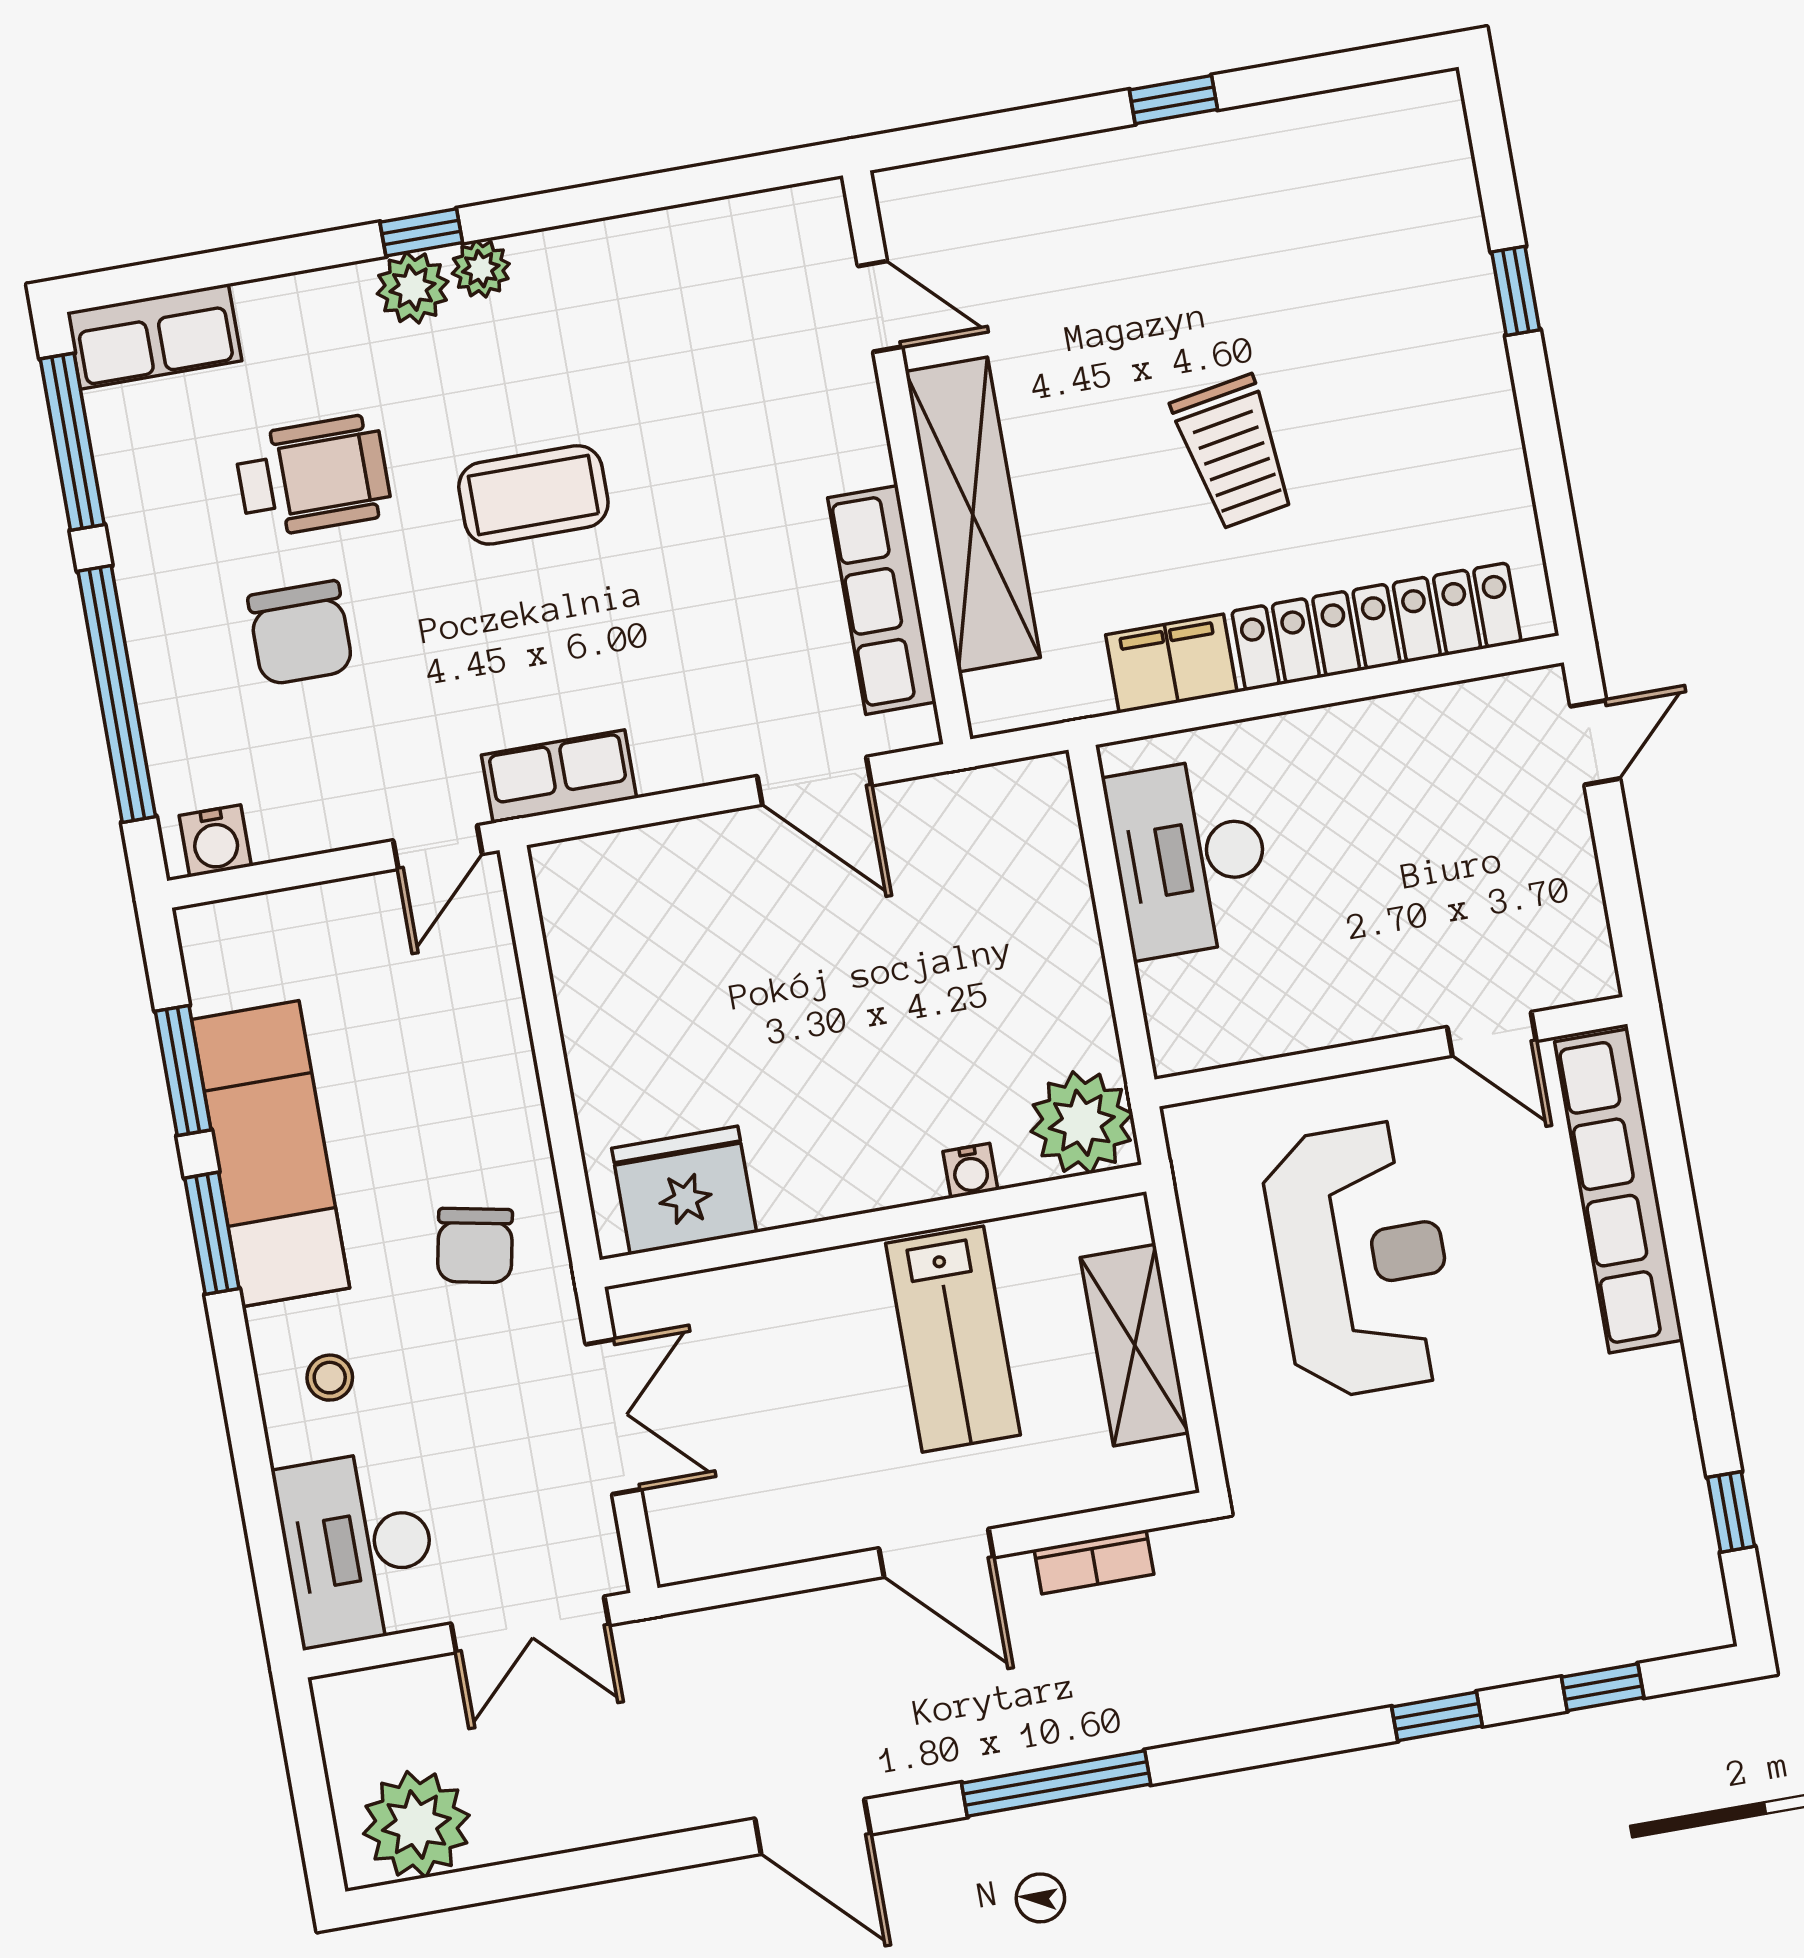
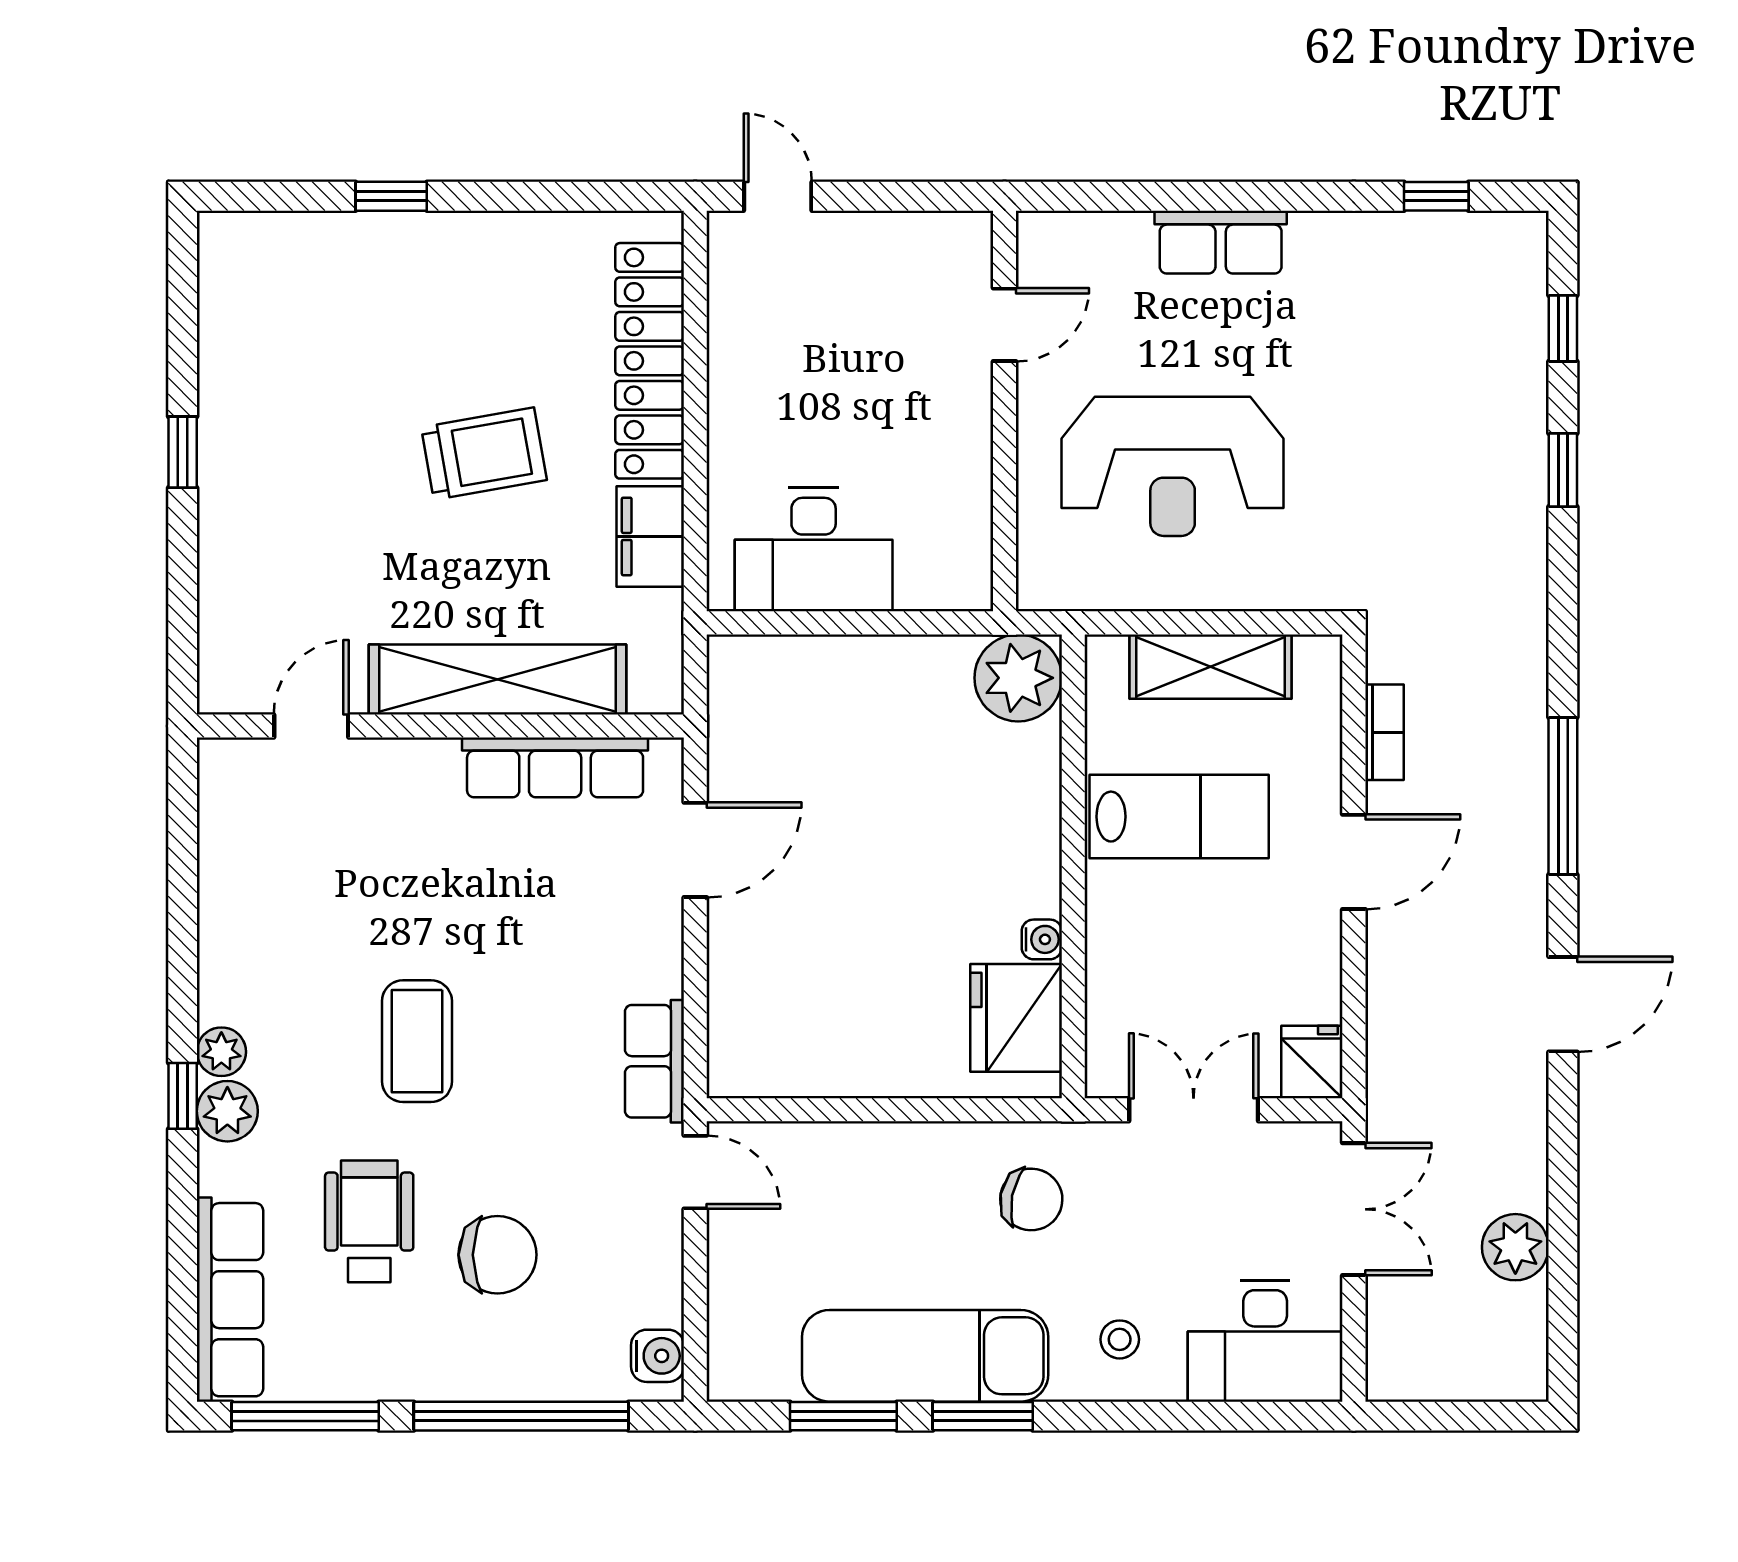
row of seats: (154, 337) -> (230, 1300), width x1.48
water cooler: (970, 1171) -> (1042, 939), moved
row of seats: (1619, 1191) -> (1221, 242), width x0.50
reception desk: (1361, 1259) -> (1173, 466), turned 180
fridge: (694, 1545) -> (1312, 1062), added
plant: (416, 1824) -> (1515, 1247), moved, width x0.73, depth x0.73

